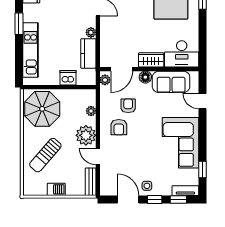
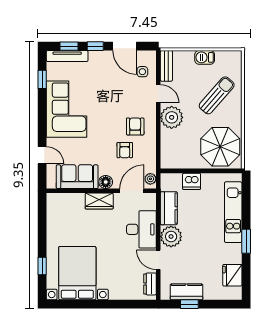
plant: (91, 32) -> (171, 237), width x1.87, depth x1.87
desk: (182, 54) -> (141, 229), moved, turned 90
plant: (91, 111) -> (166, 144), removed
side table: (147, 186) -> (142, 72), moved
tv unit: (185, 191) -> (67, 56), width x1.41

